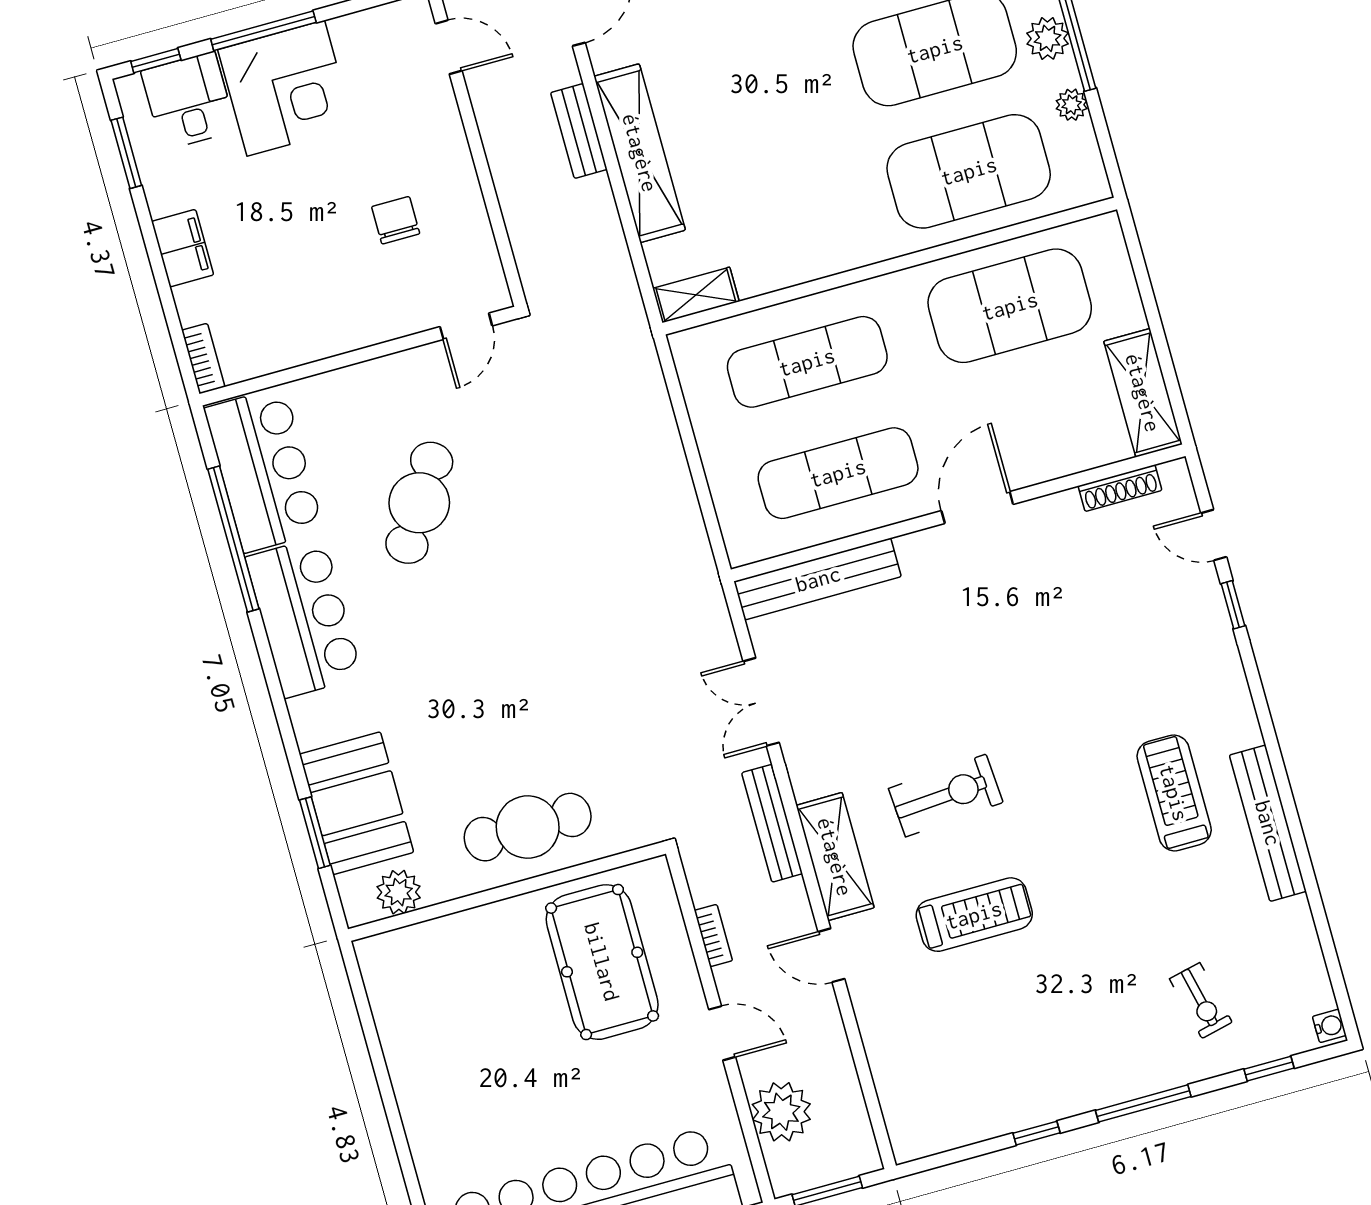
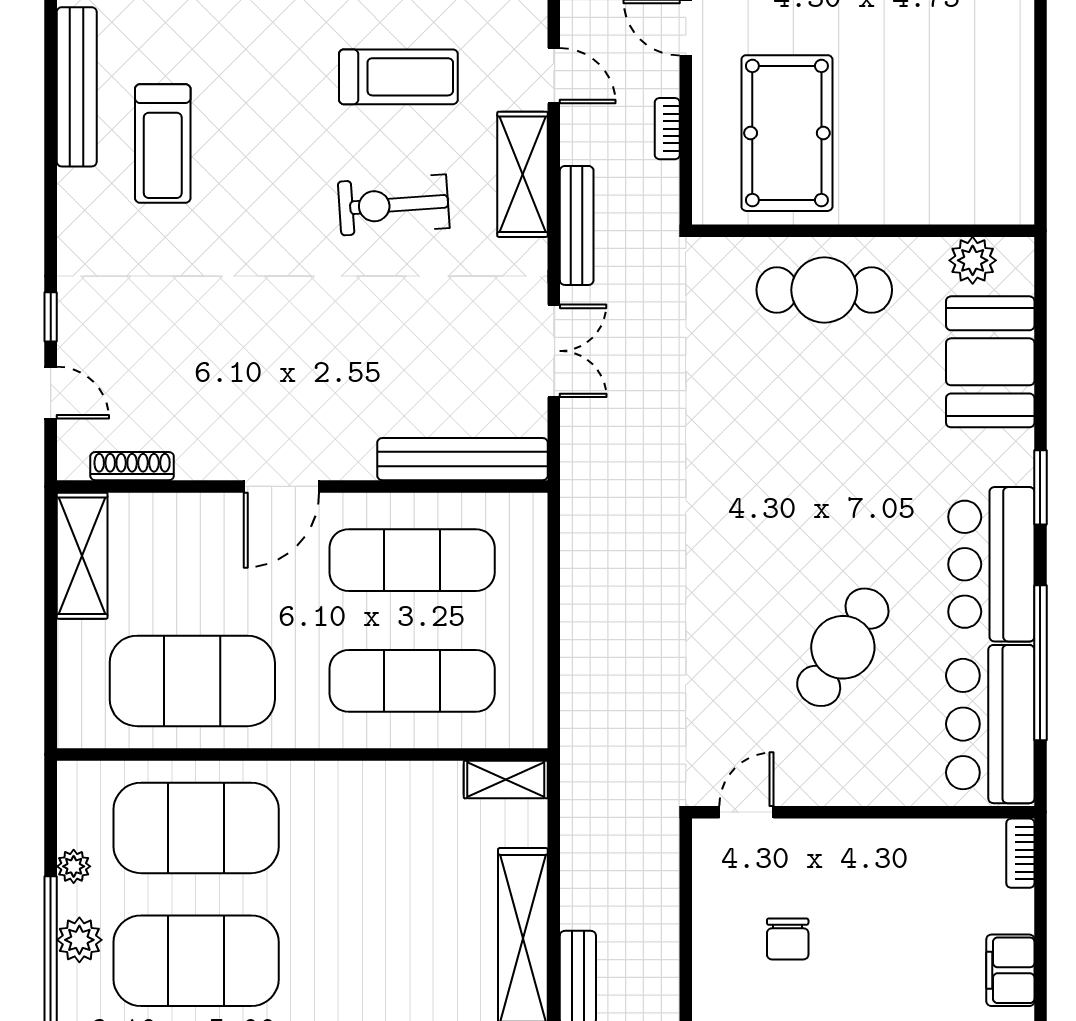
window: (315, 833) -> (1040, 487), moved
treadmill: (974, 915) -> (398, 77), turned 180

